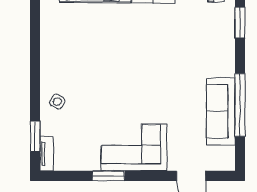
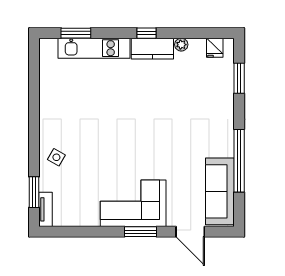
sofa: (221, 111) -> (220, 191), moved
window: (108, 176) -> (140, 232), moved

